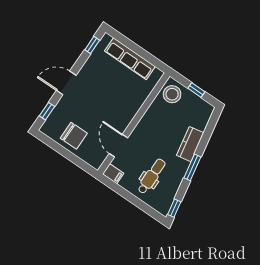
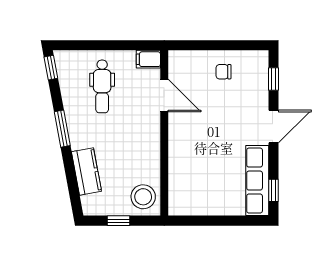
row of seats: (130, 59) -> (257, 181), moved, turned -90
chair: (74, 136) -> (223, 72), width x0.54, depth x0.54
kitchen counter: (190, 144) -> (86, 172), moved

